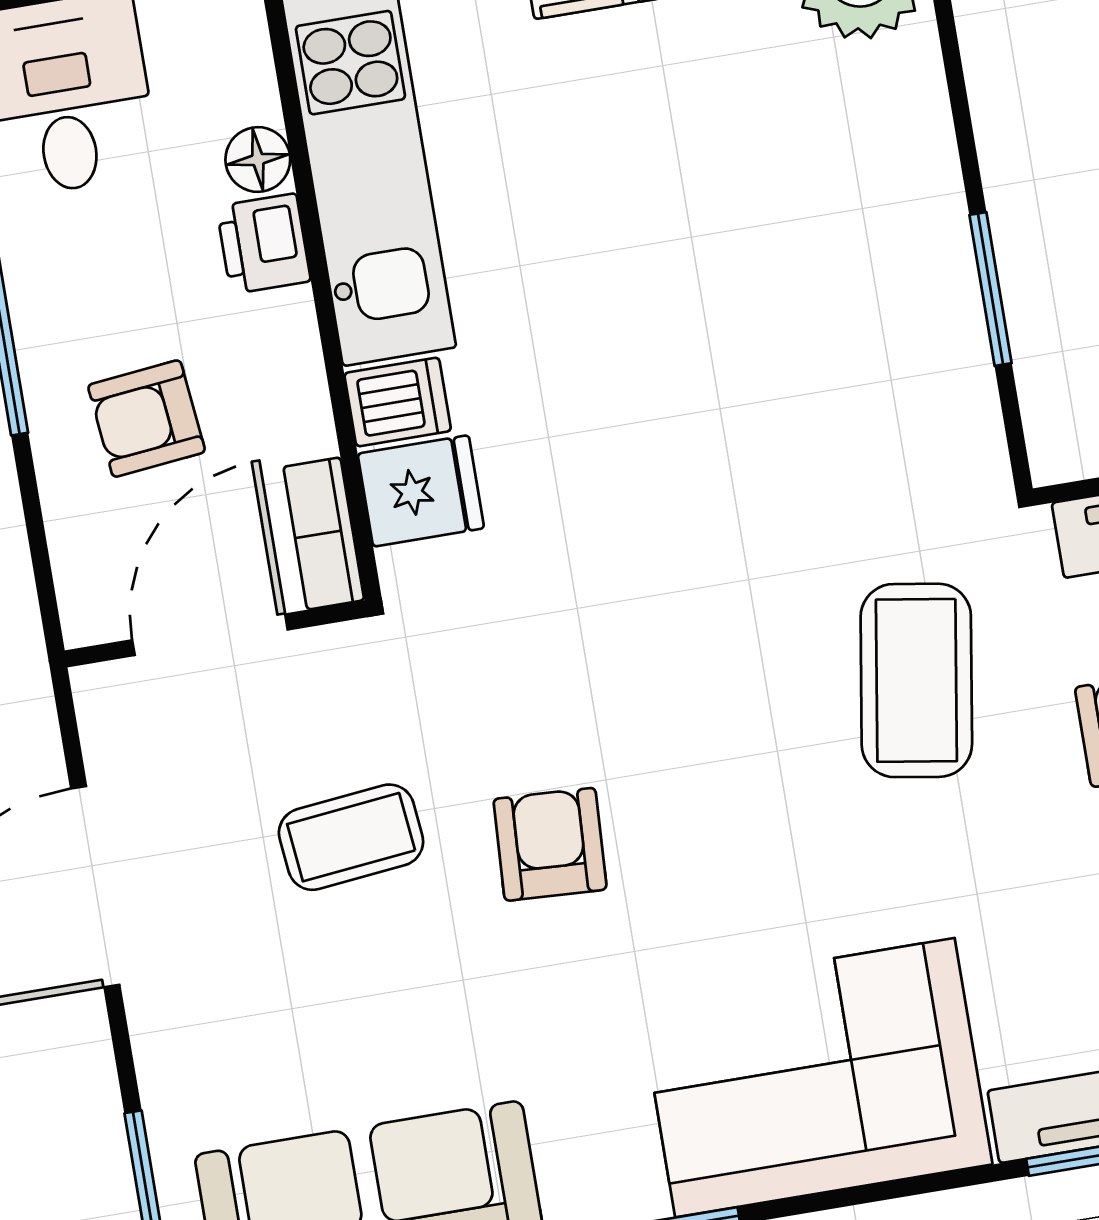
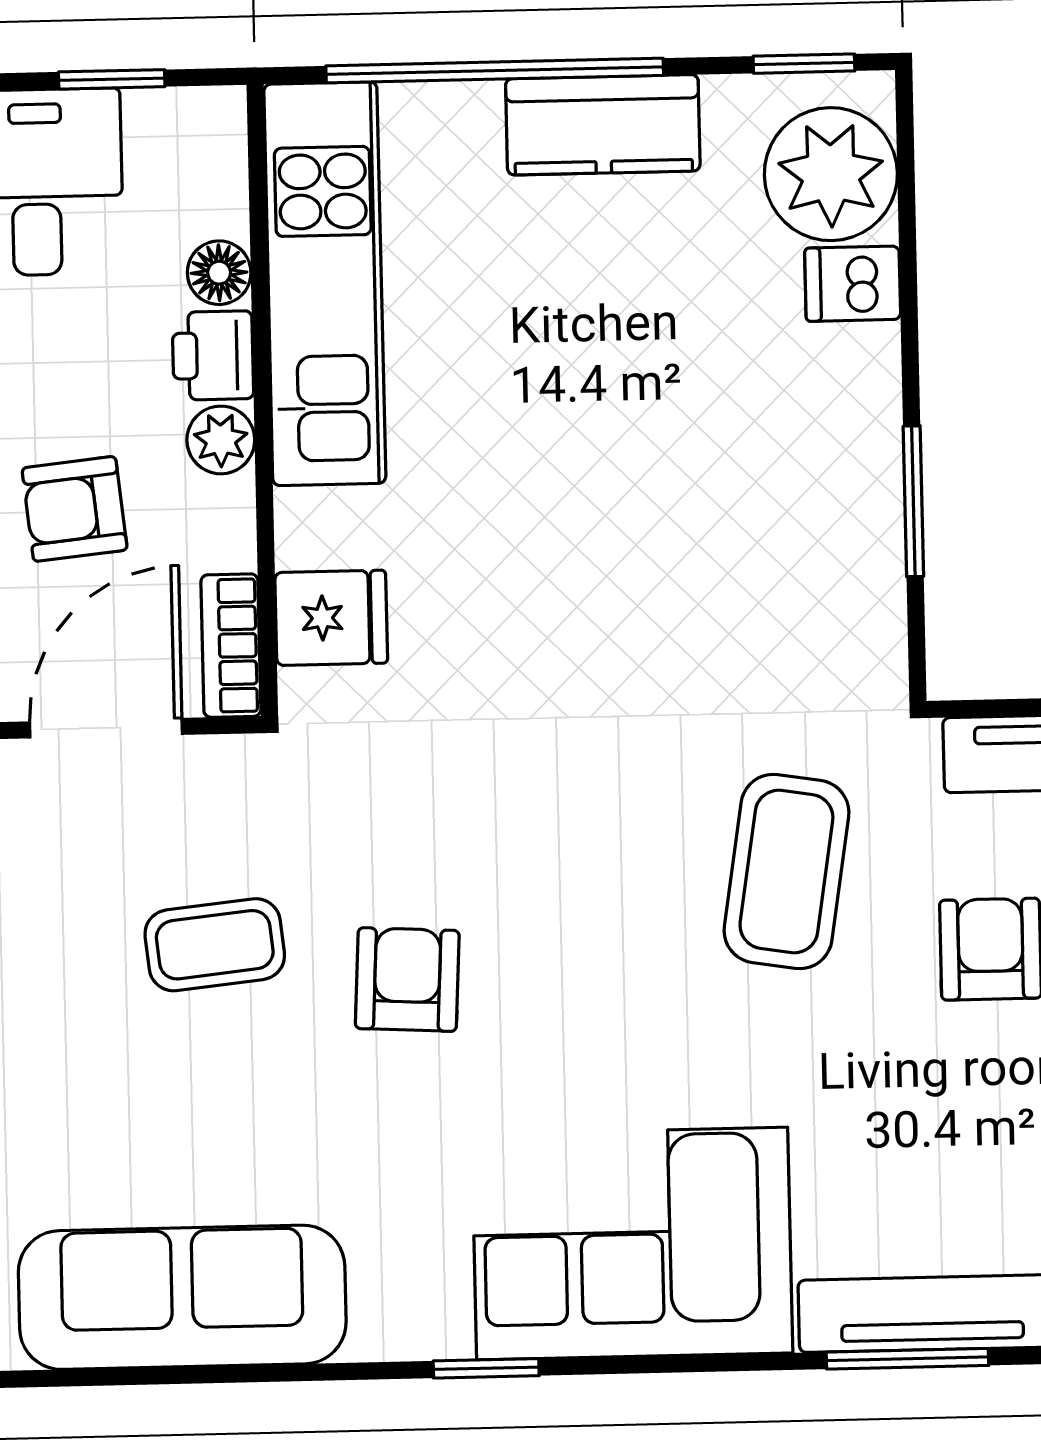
plant: (284, 328) -> (221, 440), added
dishwasher: (398, 402) -> (853, 284), moved, turned 180

